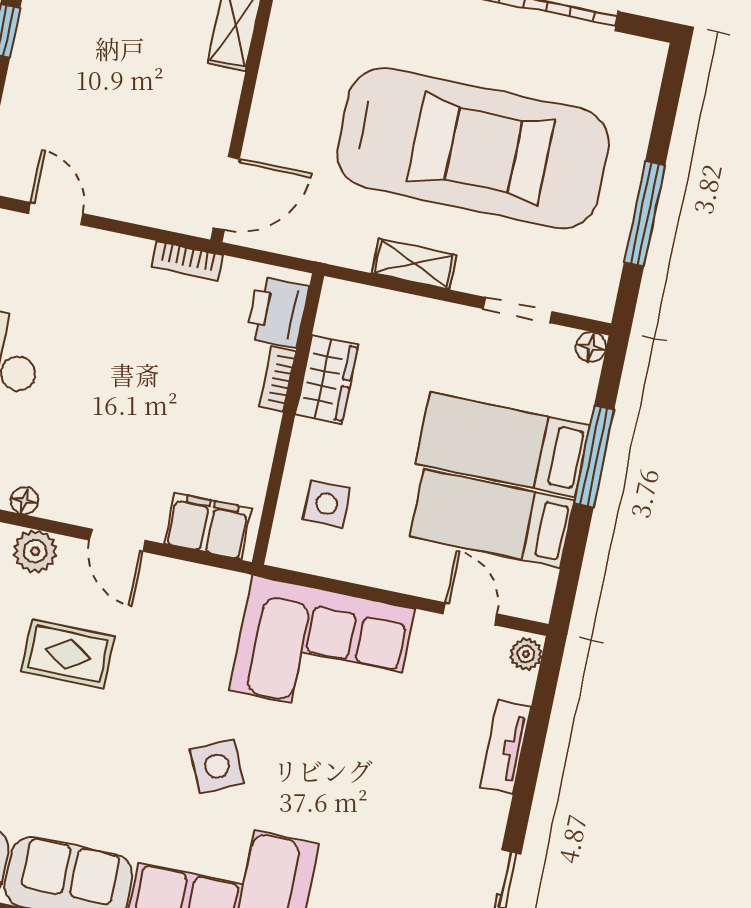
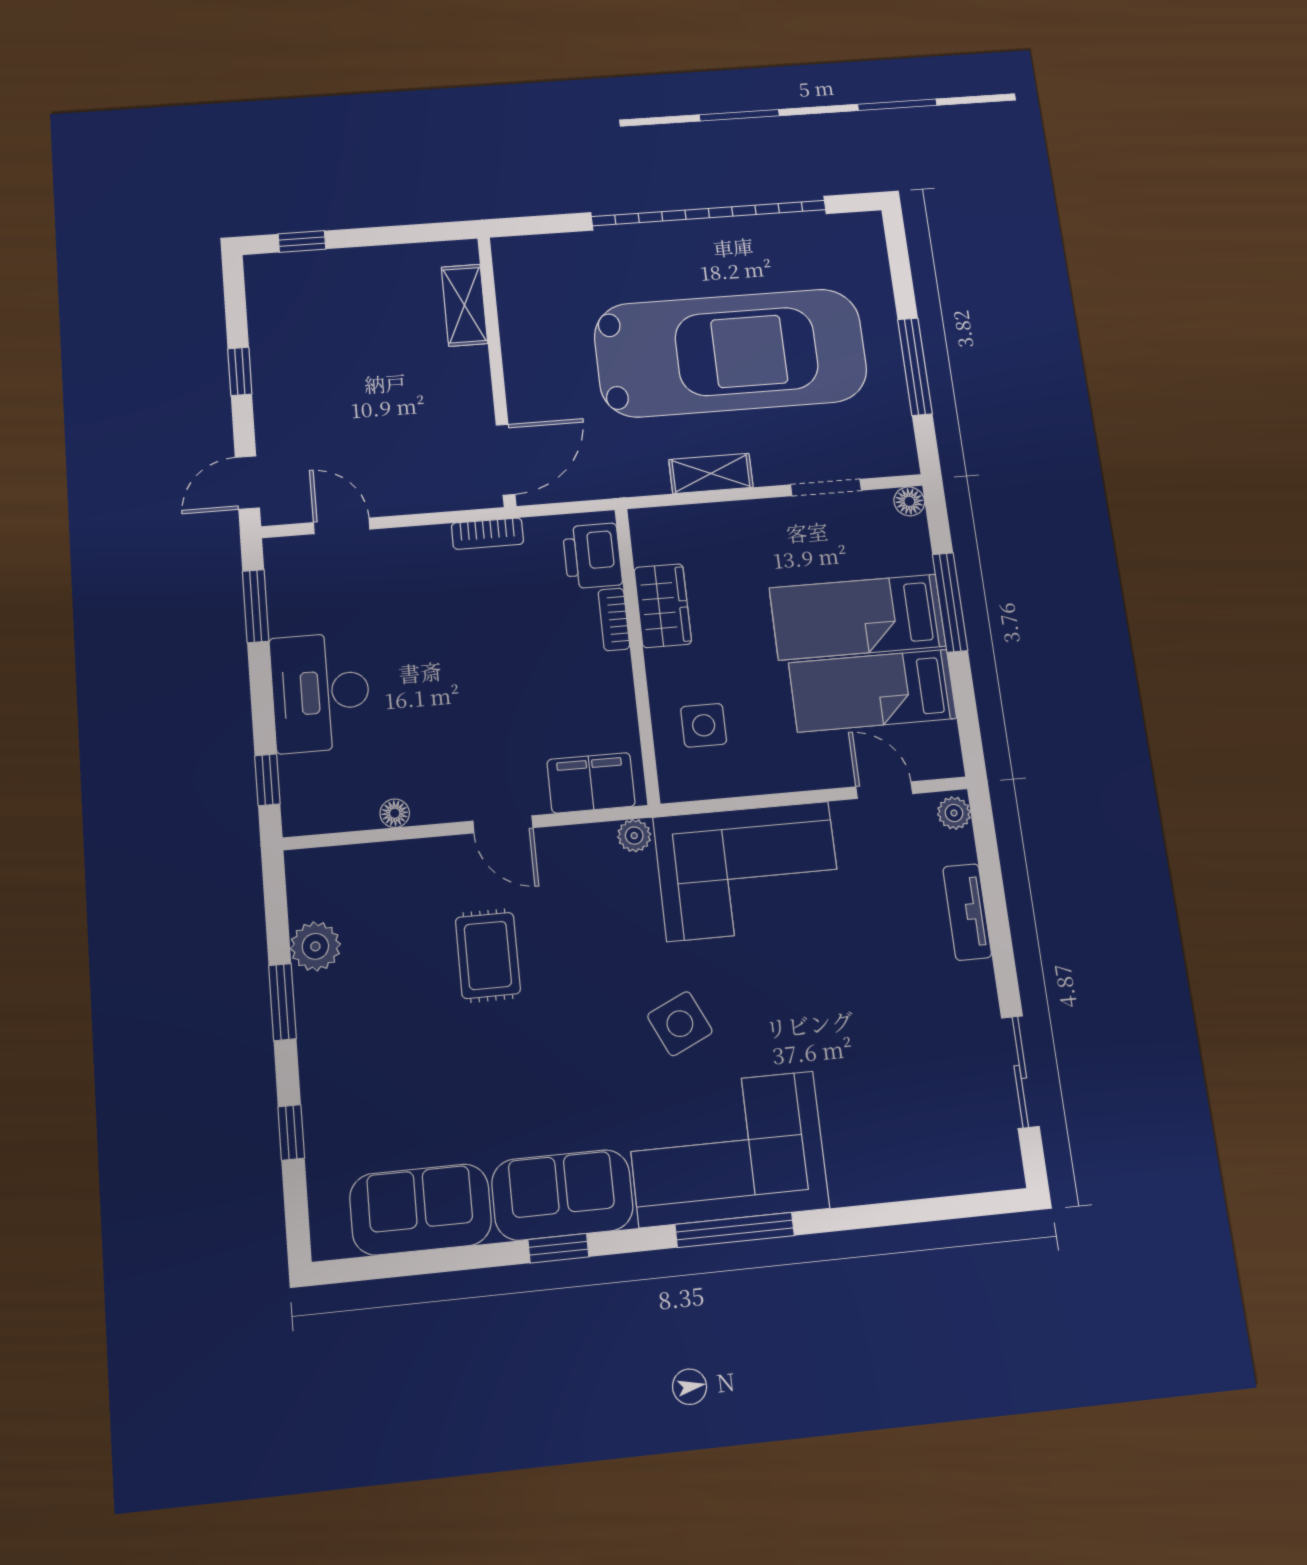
plant: (35, 551) -> (634, 836), moved, width x0.73, depth x0.73
rug: (68, 654) -> (488, 955), turned 90

